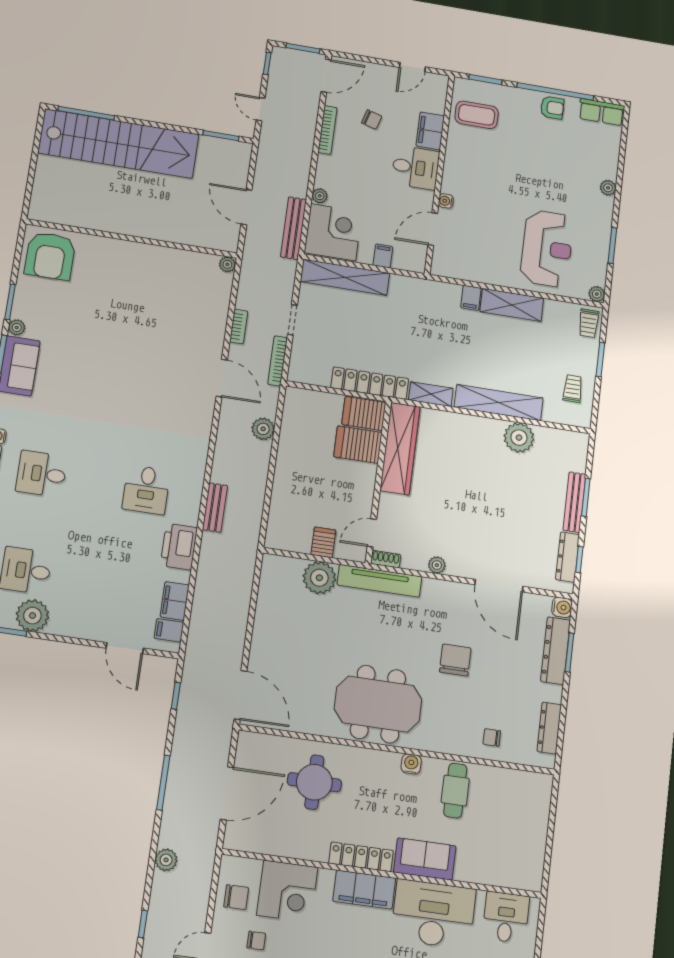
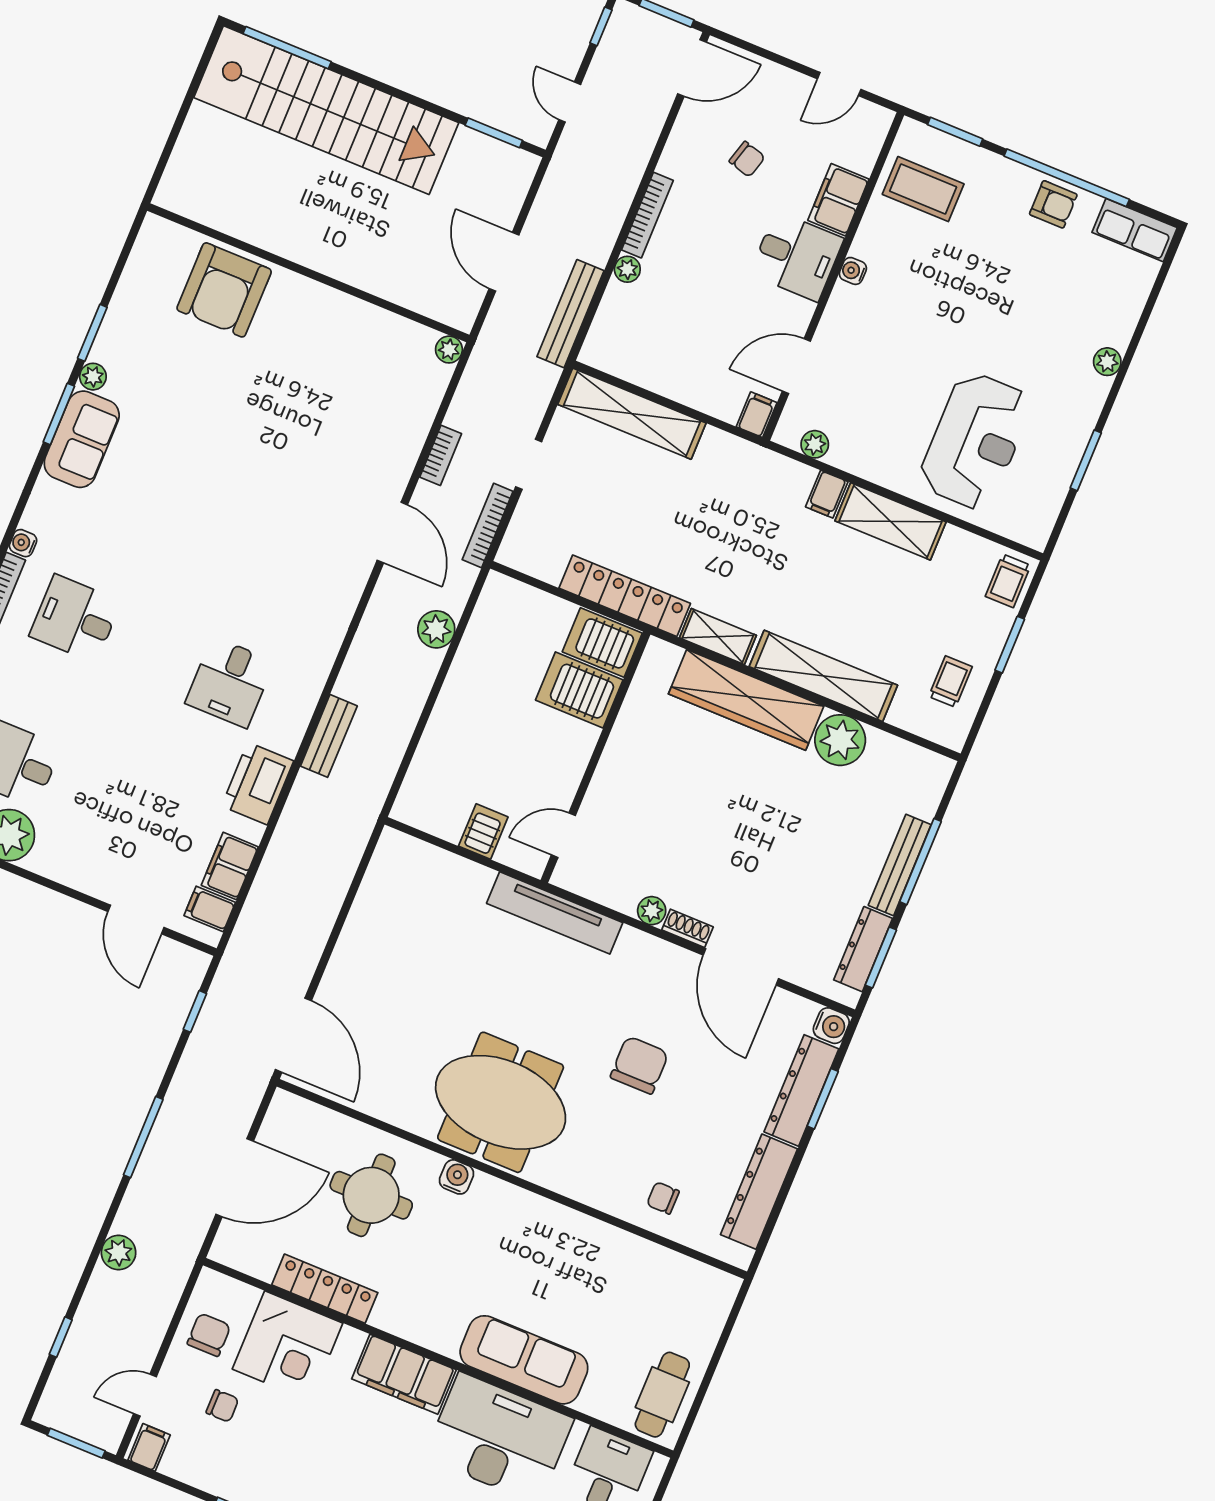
bookcase: (327, 130) -> (647, 215), moved
water cooler: (446, 201) -> (853, 271), moved
corner desk: (333, 232) -> (633, 335), removed
armchair: (50, 256) -> (224, 290), moved
filing cabinet: (383, 256) -> (757, 415), moved
plant: (597, 294) -> (815, 444), moved
wardrobe: (400, 449) -> (746, 700), moved, turned 90
window: (586, 497) -> (920, 862), width x1.44
shoe rack: (386, 559) -> (688, 928), moved
window: (579, 559) -> (881, 957), width x1.50
plant: (319, 578) -> (462, 885), removed
dresser: (549, 728) -> (759, 1192), width x1.37, depth x1.24
water cooler: (411, 764) -> (456, 1177), moved
cafe table: (455, 791) -> (662, 1395), moved
locker: (361, 857) -> (325, 1289), moved
sofa: (425, 859) -> (524, 1360), width x1.36
chair: (236, 897) -> (209, 1335), turned -90

